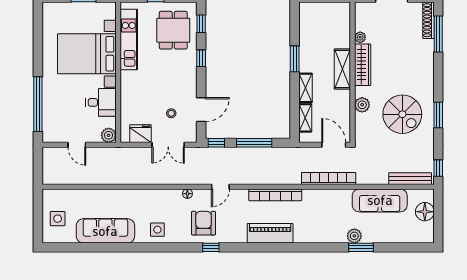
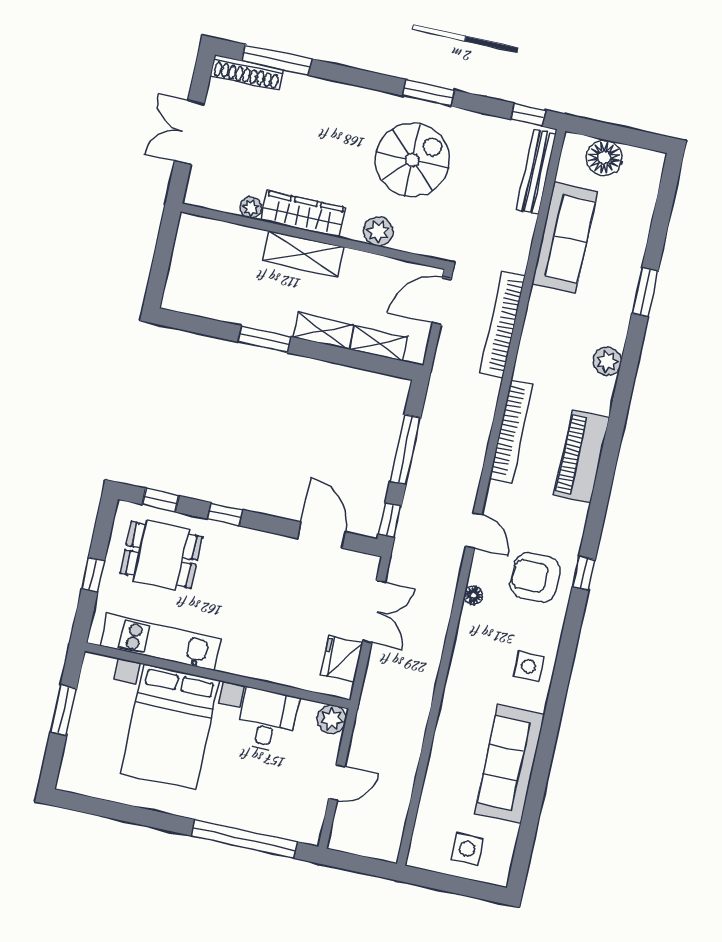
stool: (171, 113) -> (316, 593), removed
plant: (354, 236) -> (607, 361), moved

